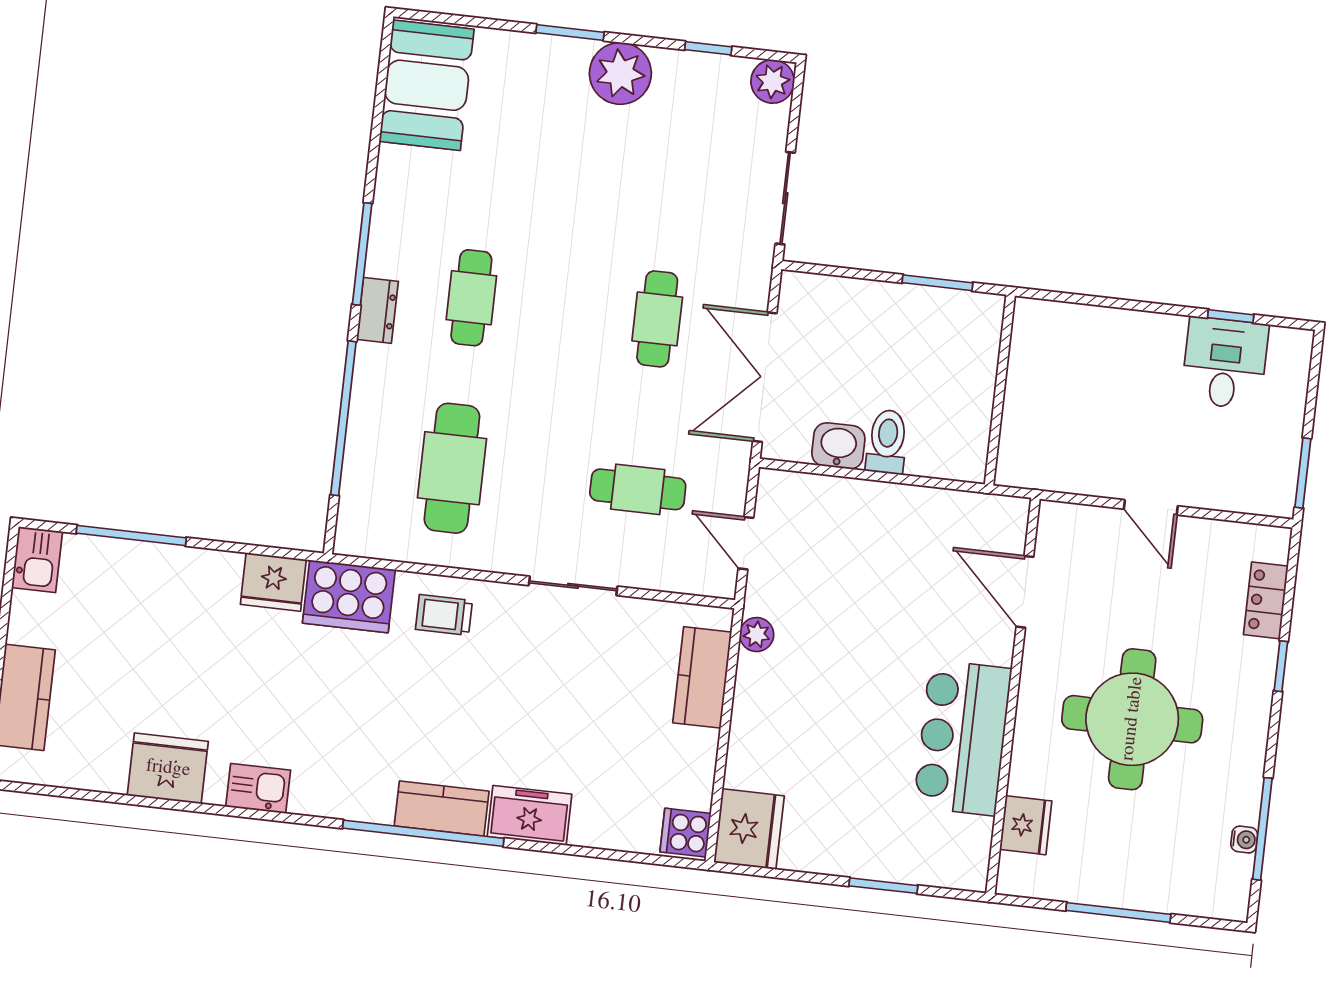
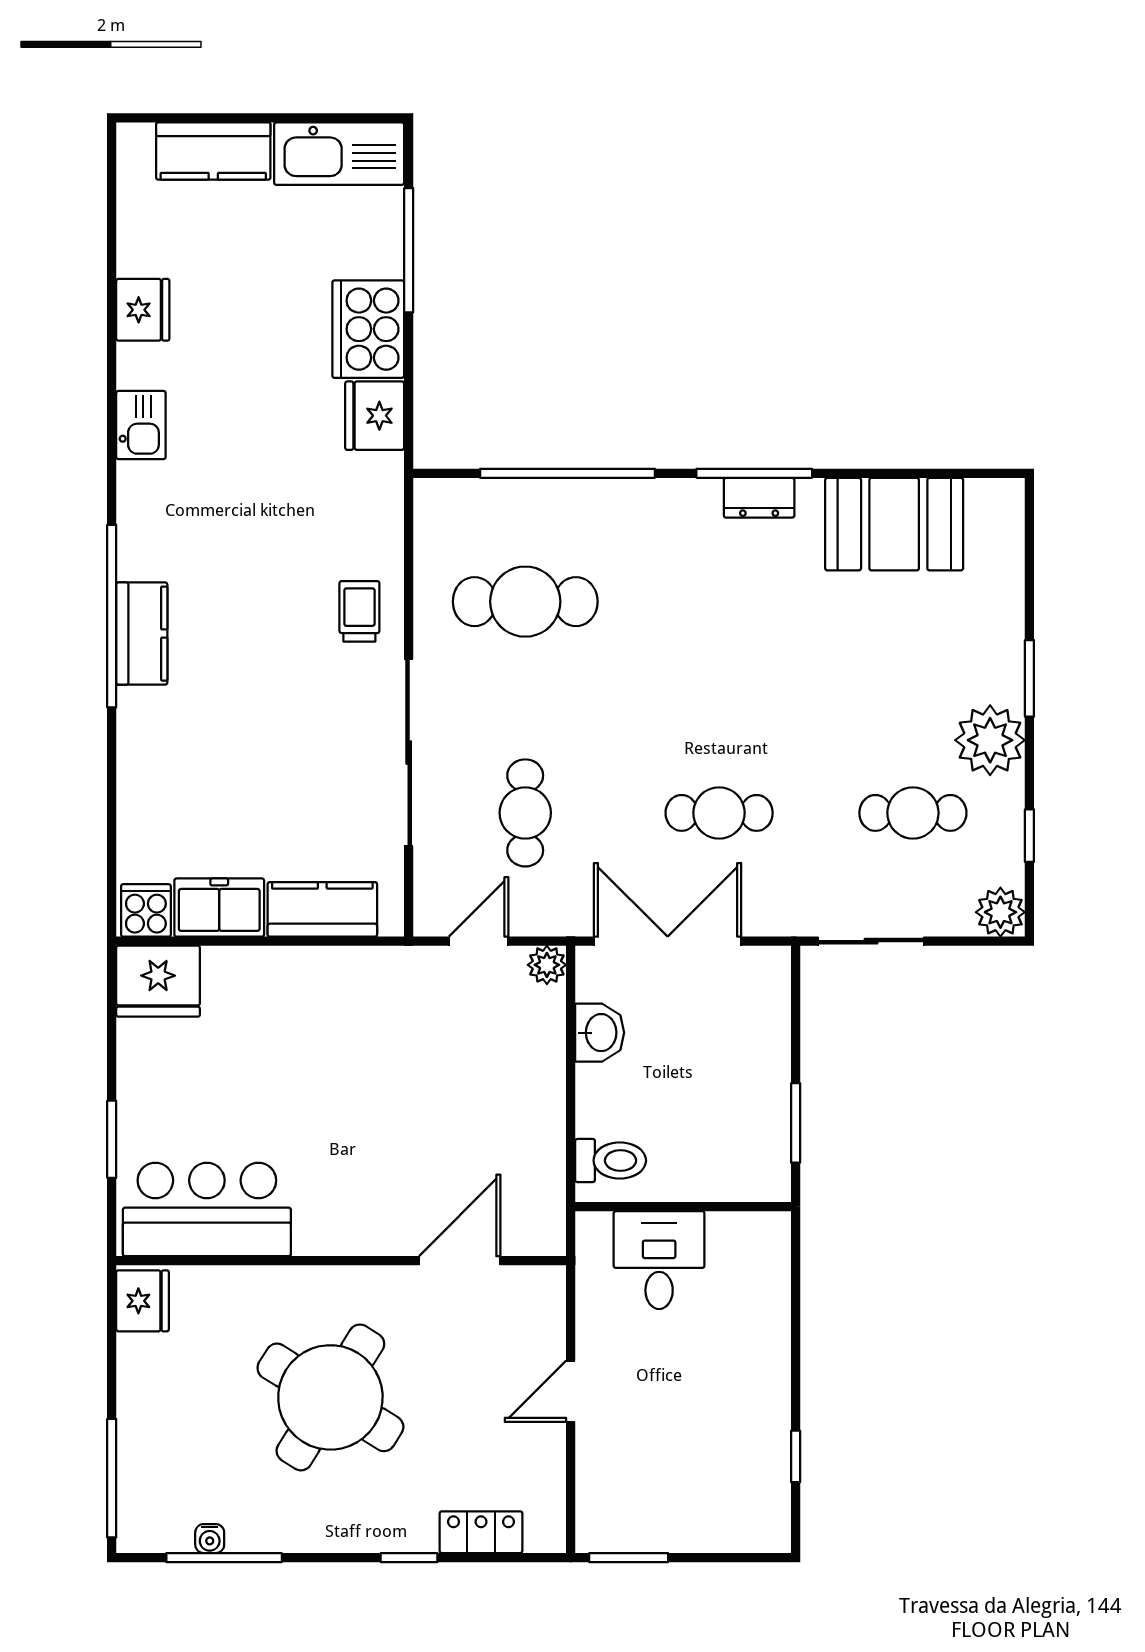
booth: (427, 85) -> (894, 524), moved
cafe table: (471, 298) -> (913, 813), moved
dresser: (377, 310) -> (759, 498), moved
desk: (1225, 363) -> (659, 1260), moved, turned -90
toilet: (887, 442) -> (611, 1161), moved
kitchen sink: (37, 560) -> (339, 154), width x1.88, depth x1.24
sliding door: (573, 586) -> (409, 753), width x1.86
cooker: (349, 596) -> (368, 329), moved
plant: (757, 635) -> (547, 965), moved
round table: (1132, 719) -> (330, 1397), turned 32
bar counter: (963, 738) -> (207, 1209), moved
fridge: (168, 768) -> (143, 310), width x0.73, depth x0.75
freezer: (530, 815) -> (219, 908), moved, turned -90
fridge: (1026, 825) -> (143, 1301), moved, turned -90
window: (1118, 912) -> (112, 1478), moved

